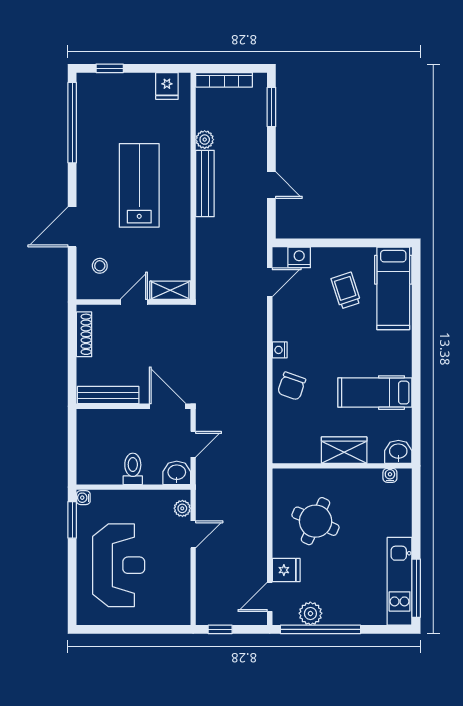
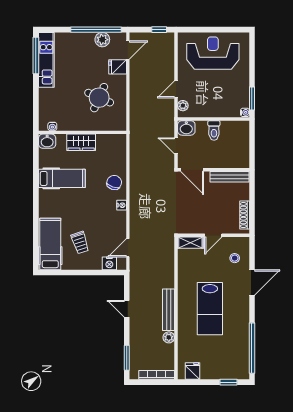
door: (193, 444) -> (176, 146), hinge flipped
reception desk: (119, 565) -> (213, 53), moved, turned 90

